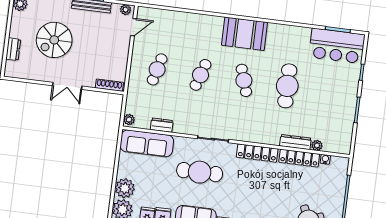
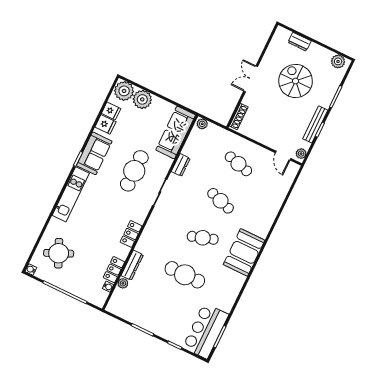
dresser: (162, 125) -> (181, 165), moved
locker: (257, 153) -> (131, 234), width x0.66
locker: (299, 158) -> (114, 270), width x0.66

